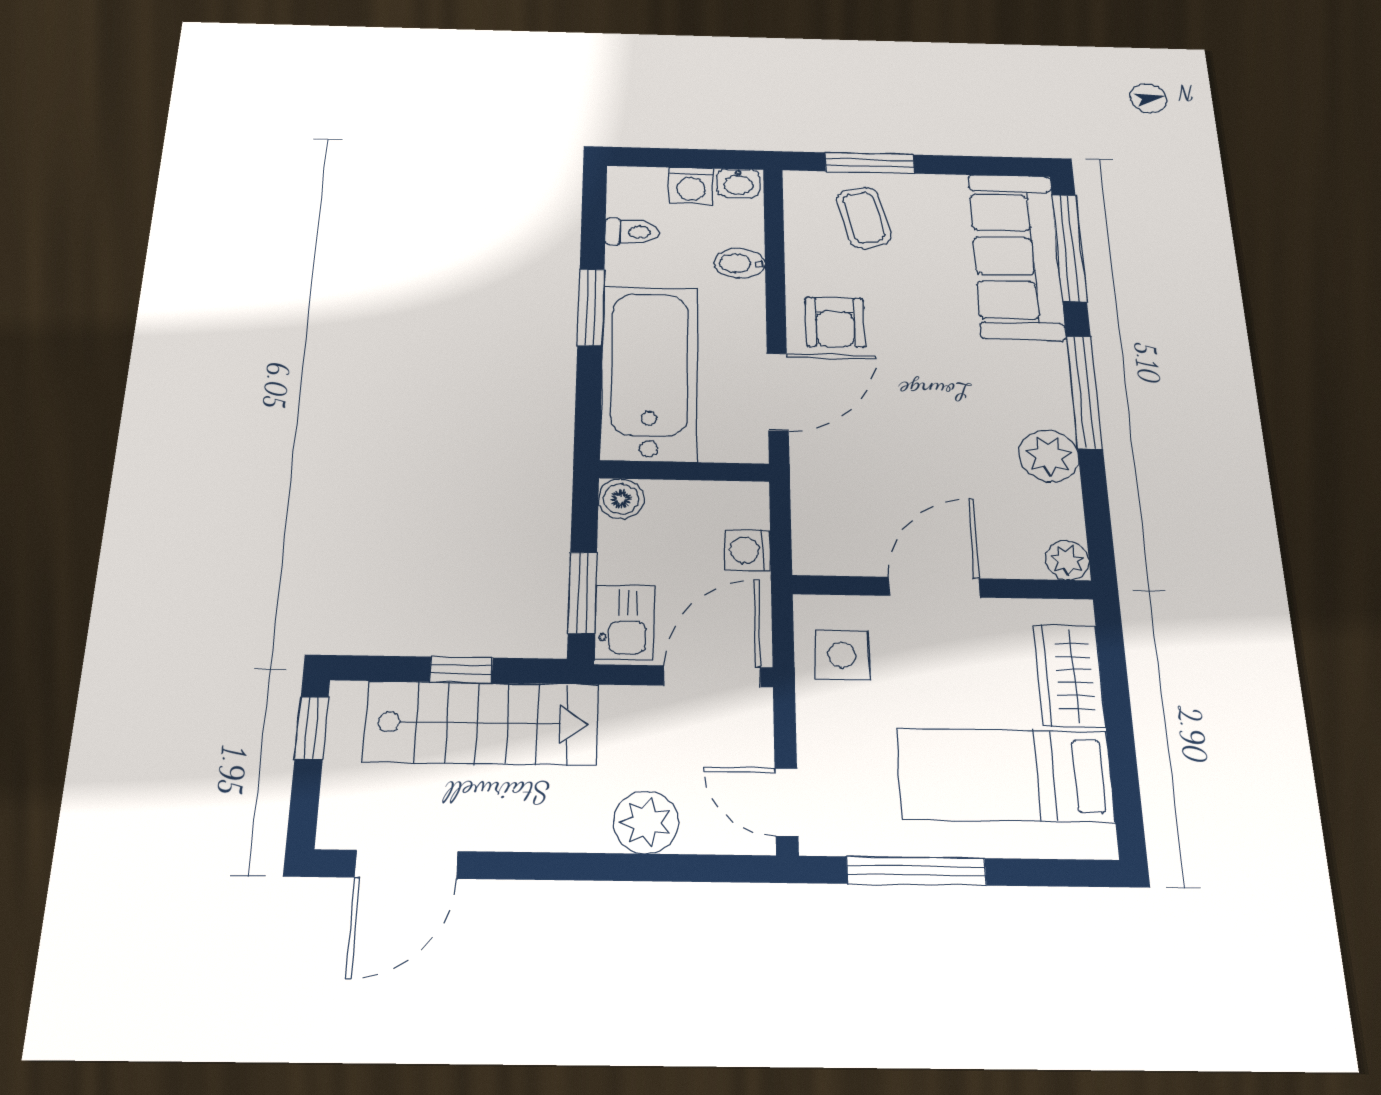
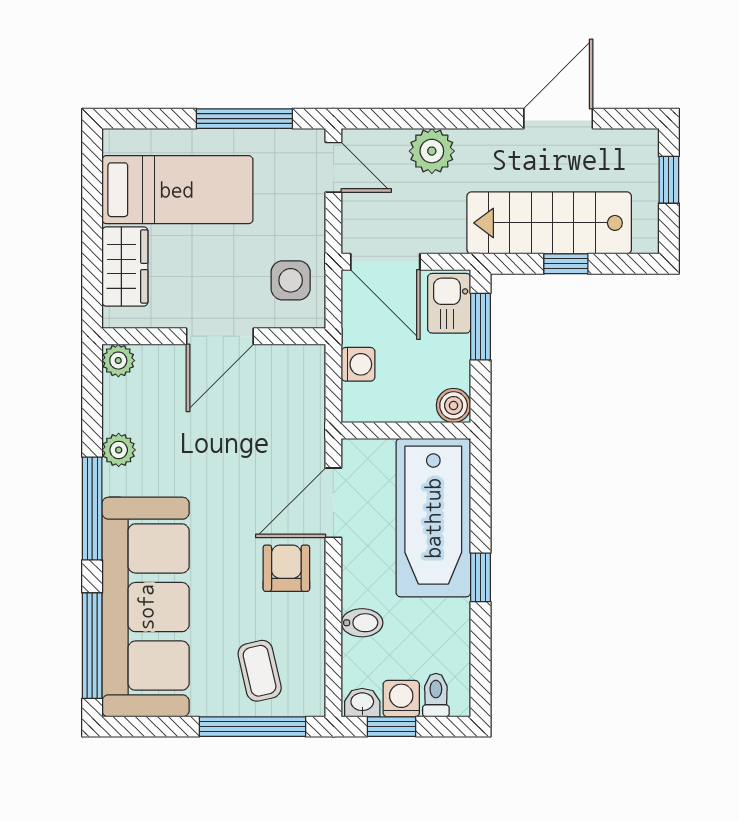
window: (703, 159) -> (391, 727), added
window: (870, 163) -> (253, 727), width x1.44
toilet: (632, 232) -> (436, 695), moved, turned 90
sofa: (1016, 256) -> (146, 607), width x1.36, depth x1.27
window: (591, 307) -> (481, 577), width x0.67
plant: (1049, 456) -> (119, 450), width x0.73, depth x0.73
door: (712, 676) -> (385, 262), hinge flipped
window: (312, 728) -> (669, 180), moved
door: (406, 864) -> (558, 119), moved

